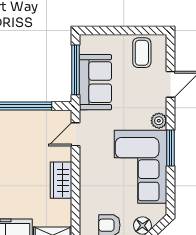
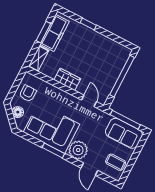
sofa: (95, 82) -> (124, 133), moved
plant: (159, 121) -> (78, 150), width x1.88, depth x1.88

